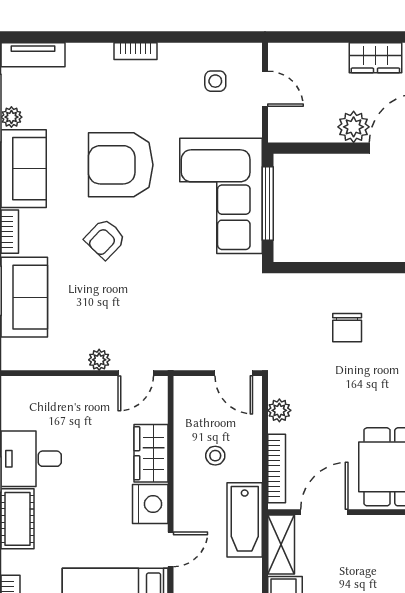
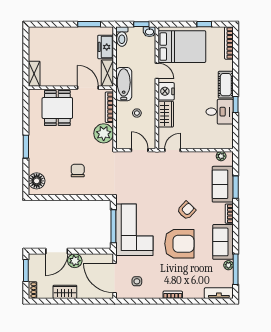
door: (265, 89) -> (115, 278), width x1.88
plant: (99, 360) -> (221, 156), moved
door: (234, 373) -> (140, 150), moved
plant: (279, 410) -> (104, 133), width x1.87, depth x1.87
door: (324, 512) -> (88, 88), swing flipped
door: (171, 549) -> (157, 71), swing flipped

